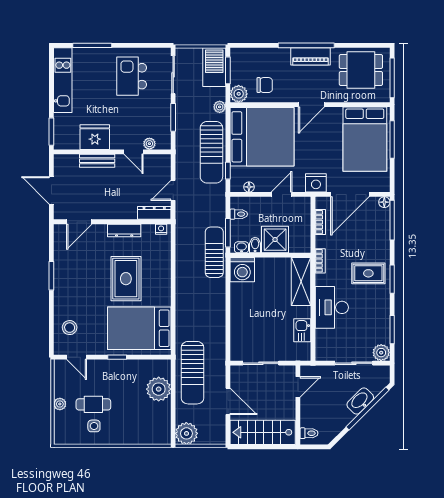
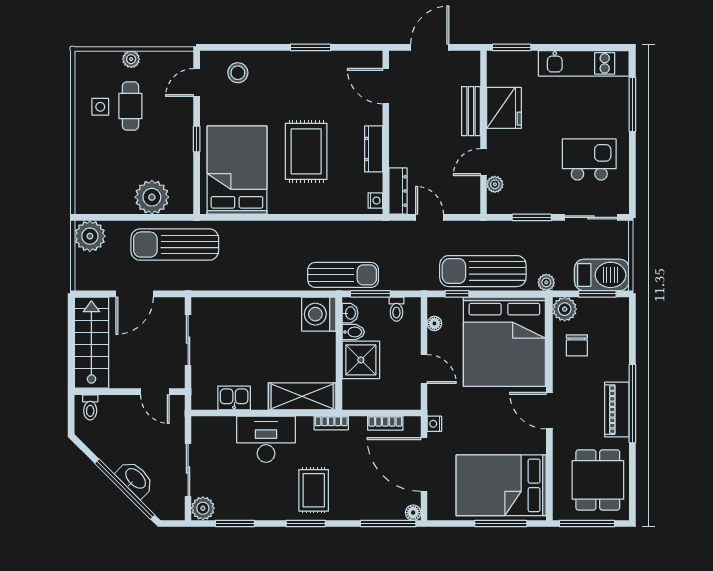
nightstand: (316, 183) -> (434, 424), width x0.53, depth x0.56
rug: (126, 279) -> (306, 151), turned 90

